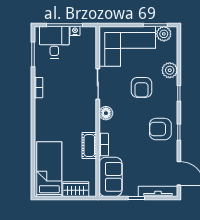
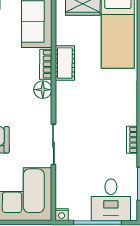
nightstand: (75, 31) -> (62, 215), moved
floor lamp: (106, 113) -> (43, 90), moved

